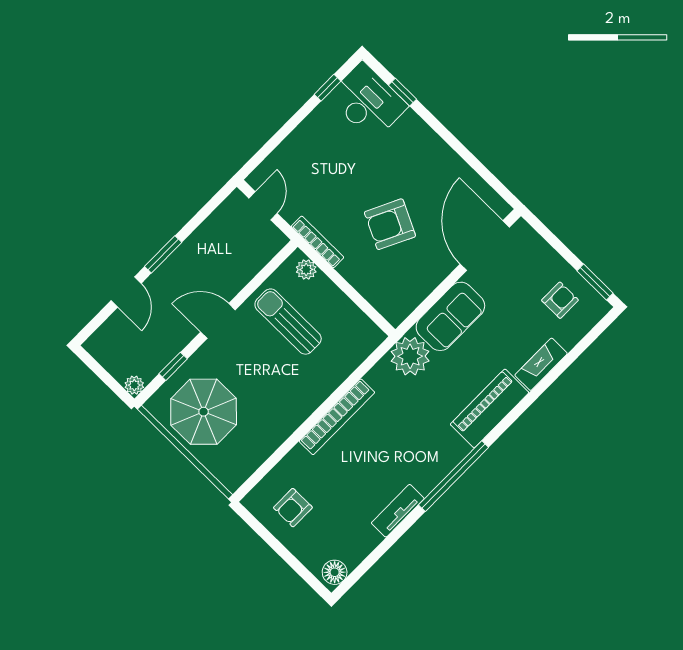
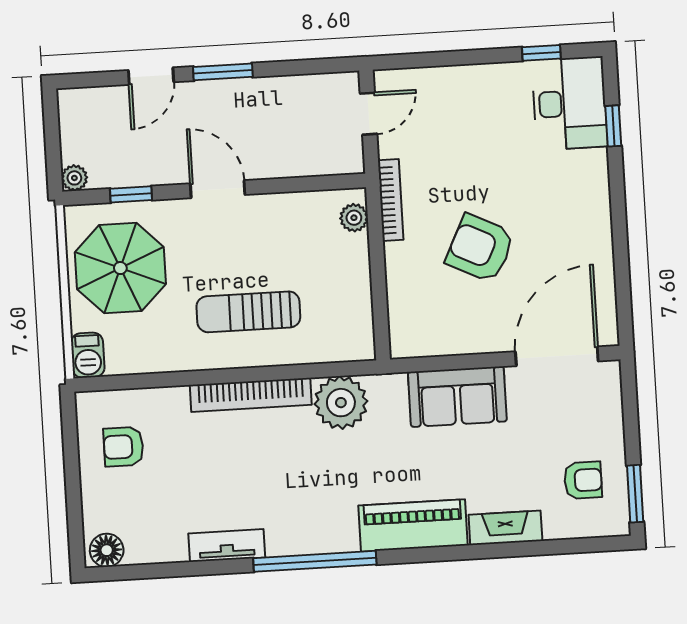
sun lounger: (288, 322) -> (248, 312), moved, turned -90
plant: (410, 356) -> (341, 403), moved
barbecue: (229, 475) -> (88, 355), added

